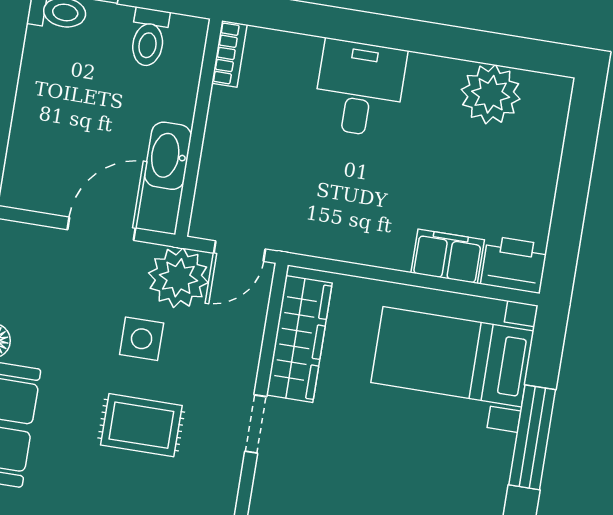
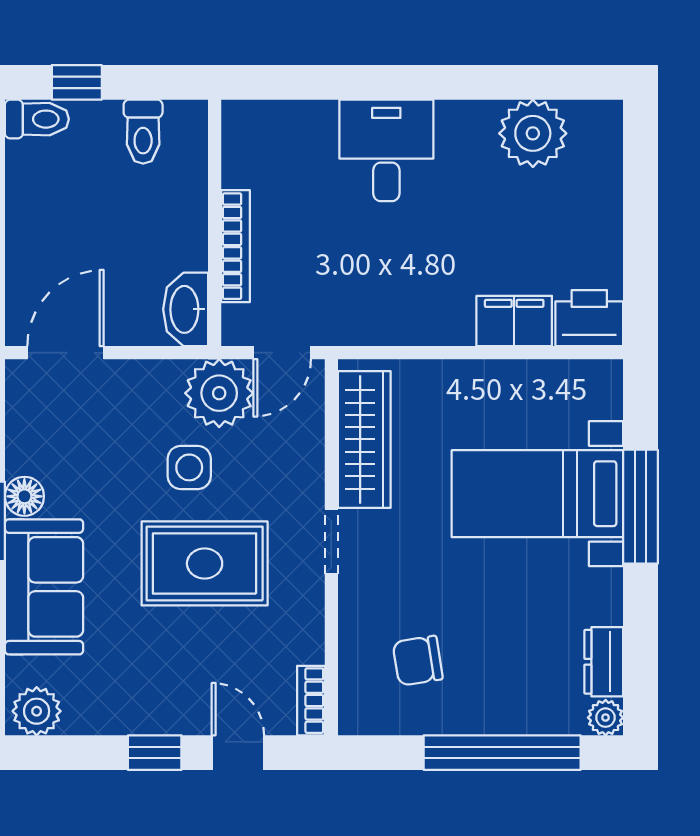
bookcase: (229, 54) -> (235, 246), moved, width x1.56
washbasin: (168, 156) -> (186, 309), moved
door: (102, 229) -> (65, 353), moved
bed with nightstands: (452, 357) -> (537, 494), moved
rug: (141, 425) -> (205, 563), width x1.36, depth x1.43

